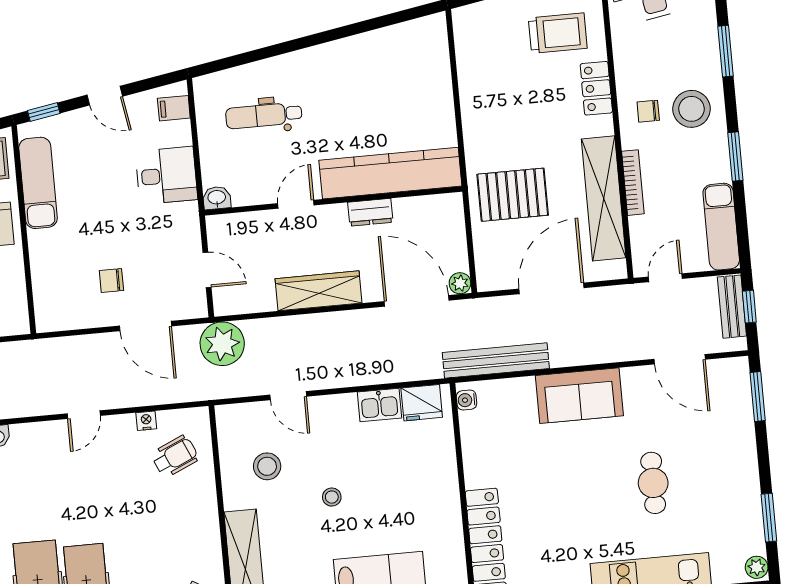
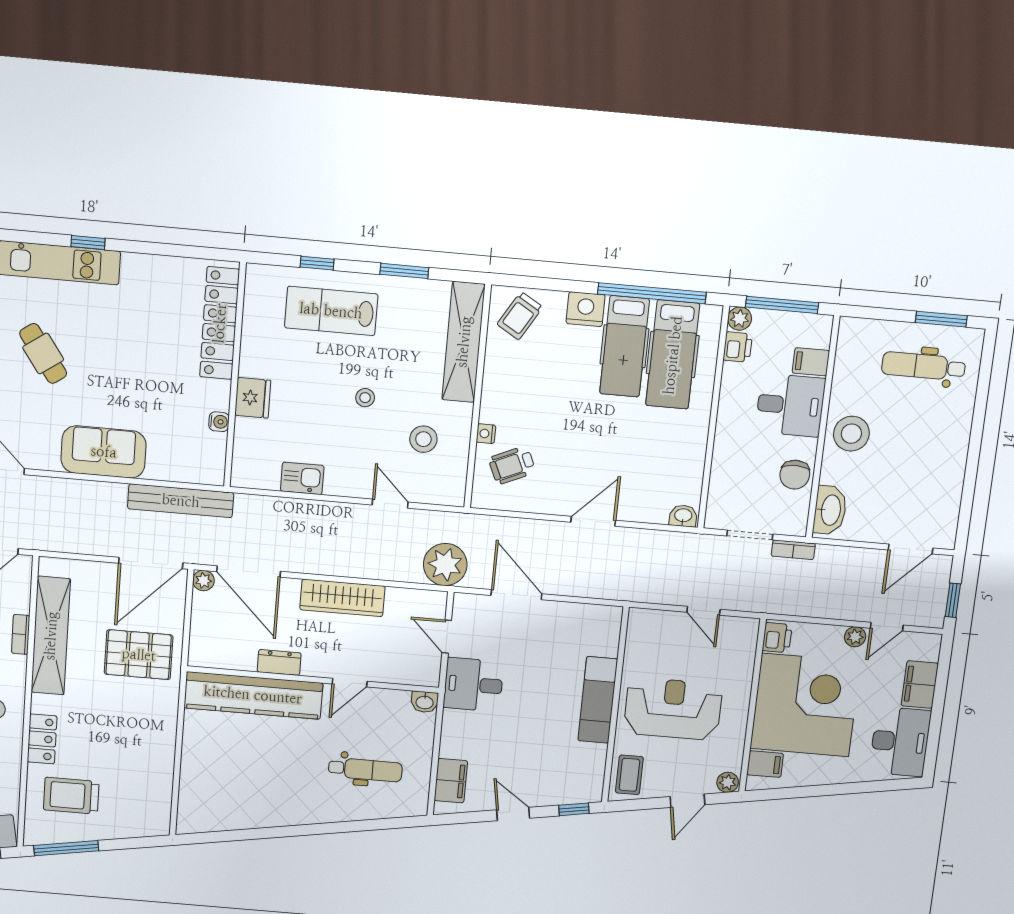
filing cabinet: (174, 108) -> (451, 781), width x2.00
desk: (166, 175) -> (473, 685), moved
exam couch: (38, 183) -> (598, 700), moved
bookcase: (633, 183) -> (21, 634), width x0.64
chair: (111, 281) -> (541, 643), removed
door: (551, 288) -> (151, 563), moved
water cooler: (467, 400) -> (219, 422), moved
fridge: (422, 403) -> (253, 398), moved, turned 90
door: (84, 415) -> (593, 521), width x1.38
nightstand: (146, 421) -> (486, 434), moved, turned 90
cafe table: (653, 483) -> (43, 353), turned -35

